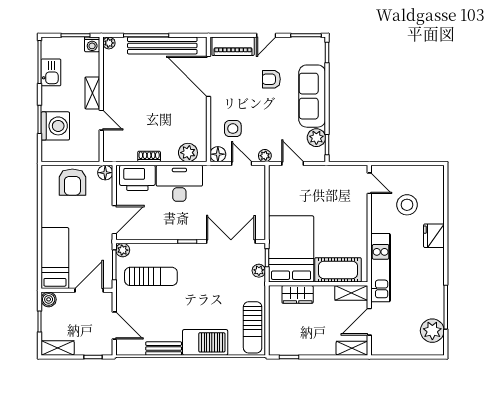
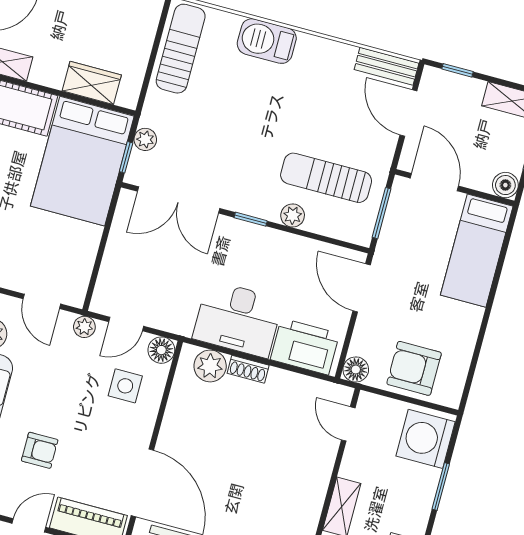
door: (101, 120) -> (348, 424), moved
washing machine: (55, 126) -> (425, 439), moved
shoe rack: (149, 157) -> (248, 369), moved
door: (242, 164) -> (126, 324), hinge flipped
armchair: (72, 182) -> (414, 368), turned -90
door: (114, 220) -> (362, 288), hinge flipped
plant: (123, 250) -> (293, 215), moved
door: (89, 290) -> (434, 182), swing flipped
barbecue: (205, 342) -> (267, 41), width x0.73, depth x0.83
bench: (164, 349) -> (387, 66), moved

